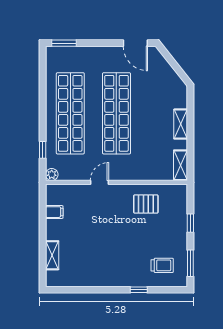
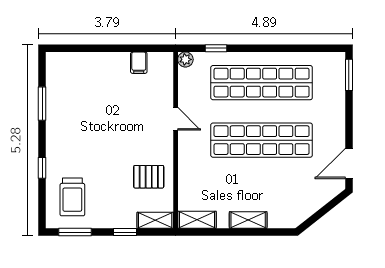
pallet: (146, 204) -> (149, 177), turned 90
shelving: (52, 255) -> (155, 220), moved
trolley: (162, 265) -> (72, 197), width x1.36, depth x1.39
window: (87, 290) -> (42, 104), added

